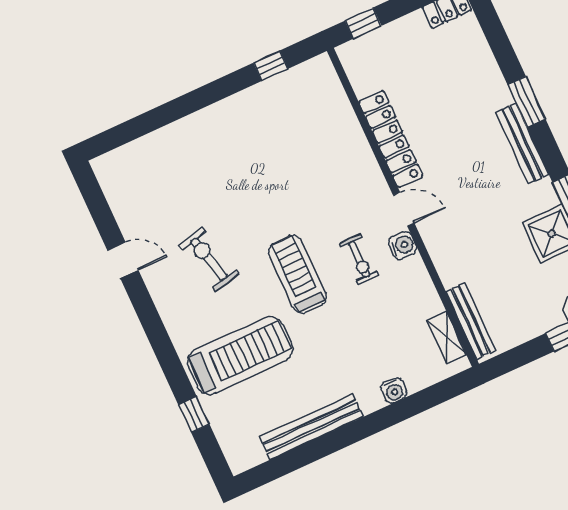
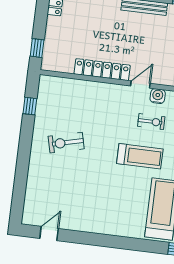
exercise bike: (209, 259) -> (66, 143), moved
door: (123, 260) -> (49, 234), moved
treadmill: (297, 274) -> (140, 156), turned 180

